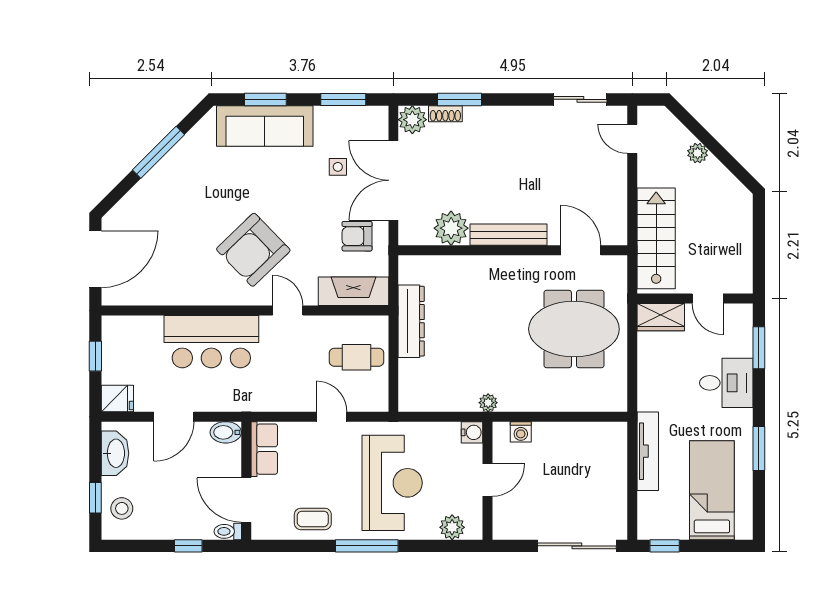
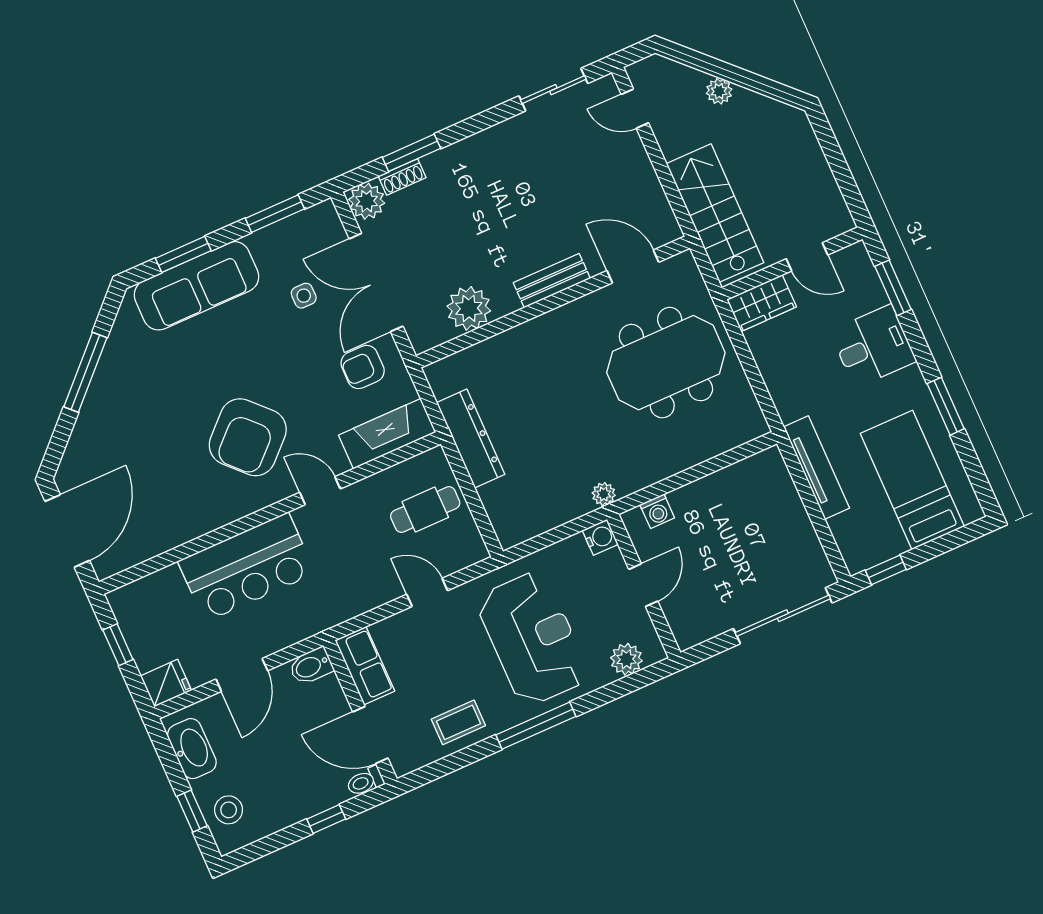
bench: (509, 235) -> (552, 281), width x0.73

